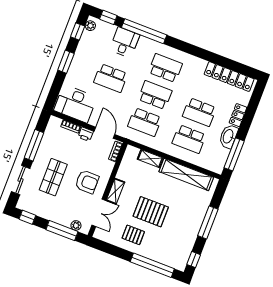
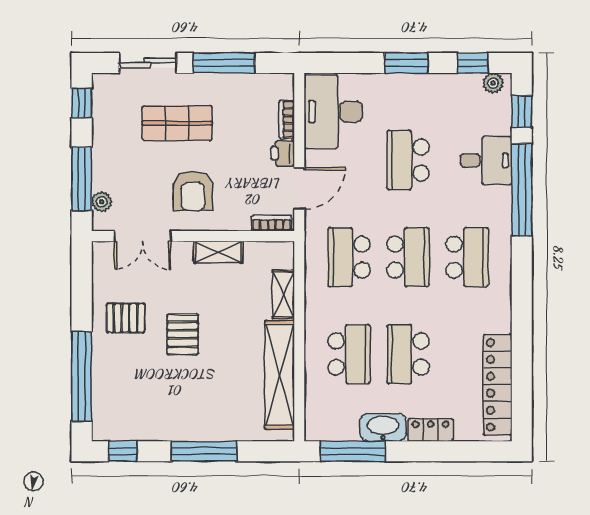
school desk: (189, 139) -> (349, 354), turned 180
shelving: (115, 191) -> (218, 252), moved
pallet: (151, 212) -> (183, 334), width x0.67, depth x0.71
pallet: (133, 235) -> (126, 318), turned 90

